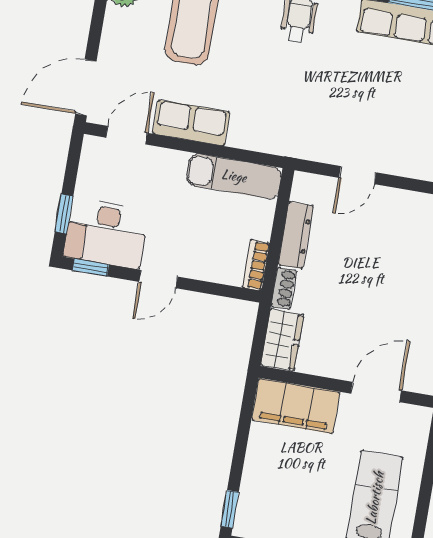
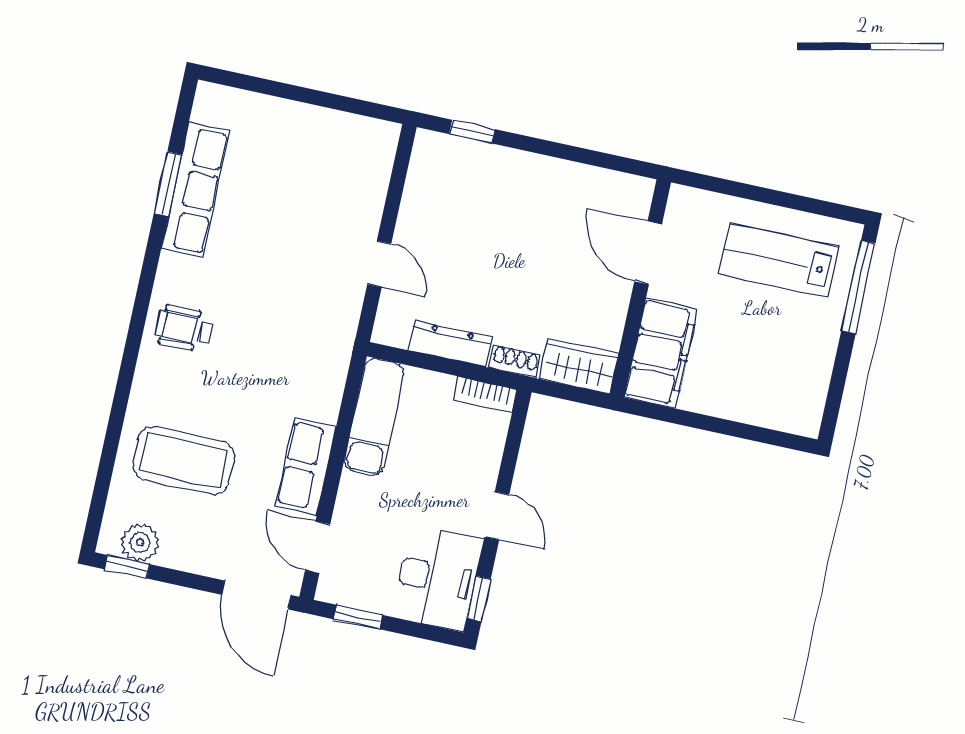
window: (64, 214) -> (358, 617), moved
window: (230, 509) -> (785, 440), removed

